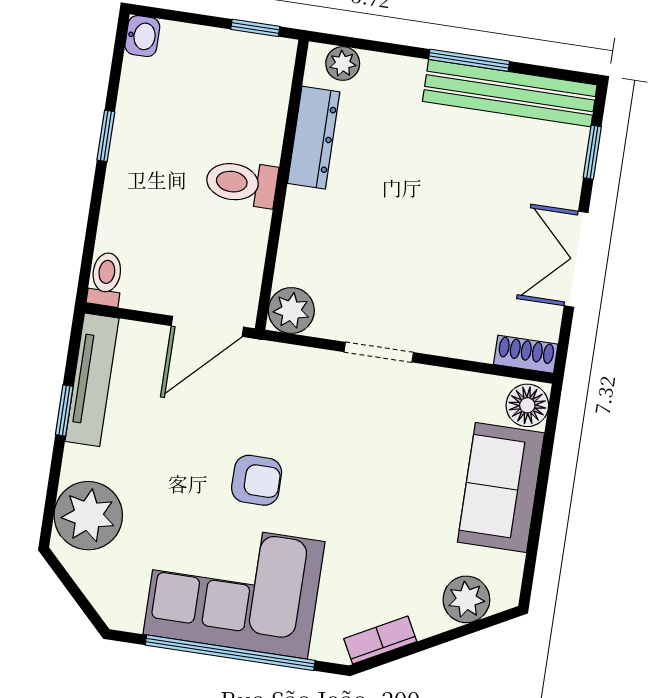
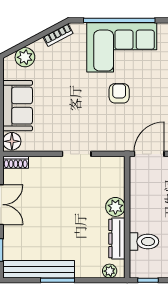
toilet: (241, 183) -> (144, 242), moved
plant: (291, 311) -> (115, 207), moved
armchair: (257, 480) -> (119, 93), turned 90

